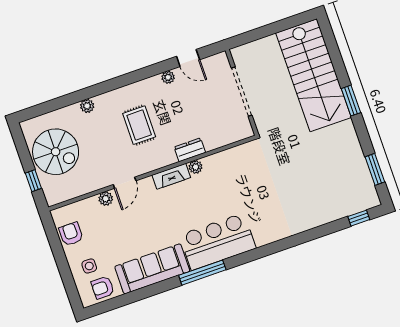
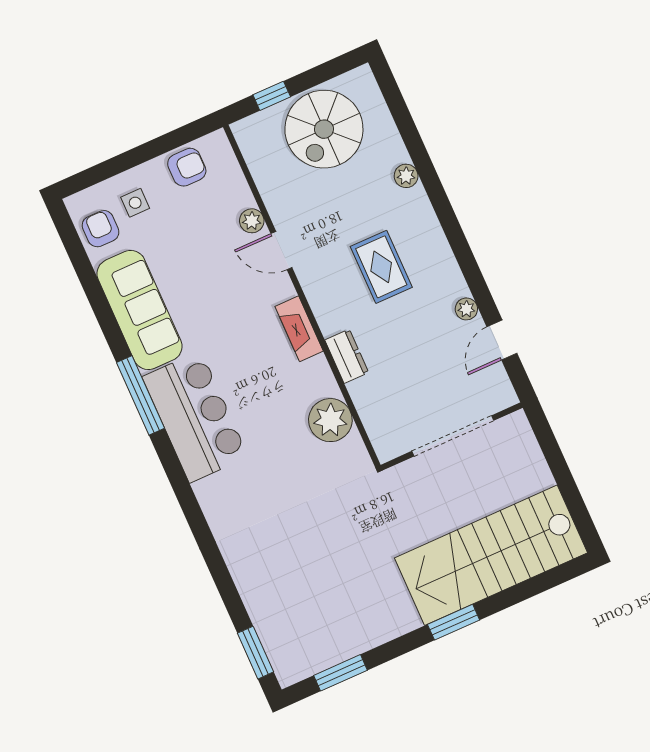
rug: (139, 125) -> (381, 267), turned 90
plant: (196, 167) -> (330, 420), moved, width x1.87, depth x1.87
window: (359, 218) -> (256, 653), width x1.50

